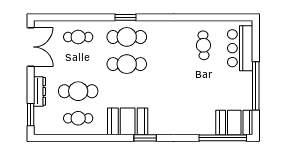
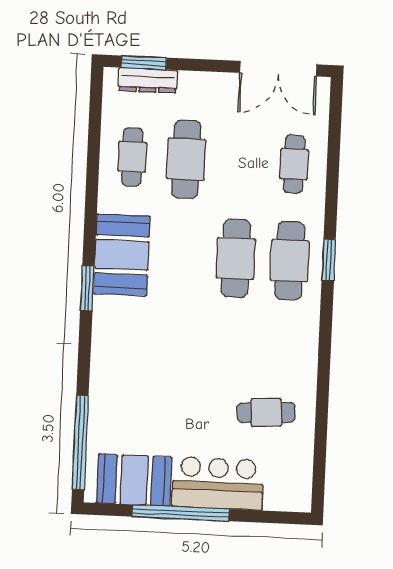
bar counter: (240, 48) -> (218, 483), moved
dresser: (39, 91) -> (148, 80), moved
booth: (234, 122) -> (134, 480), moved, turned 90

